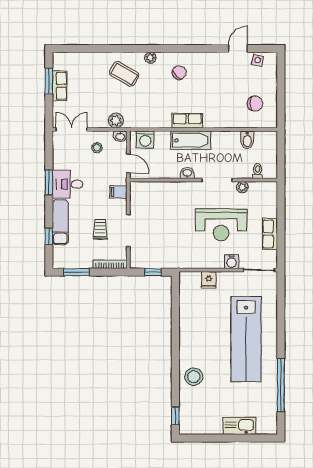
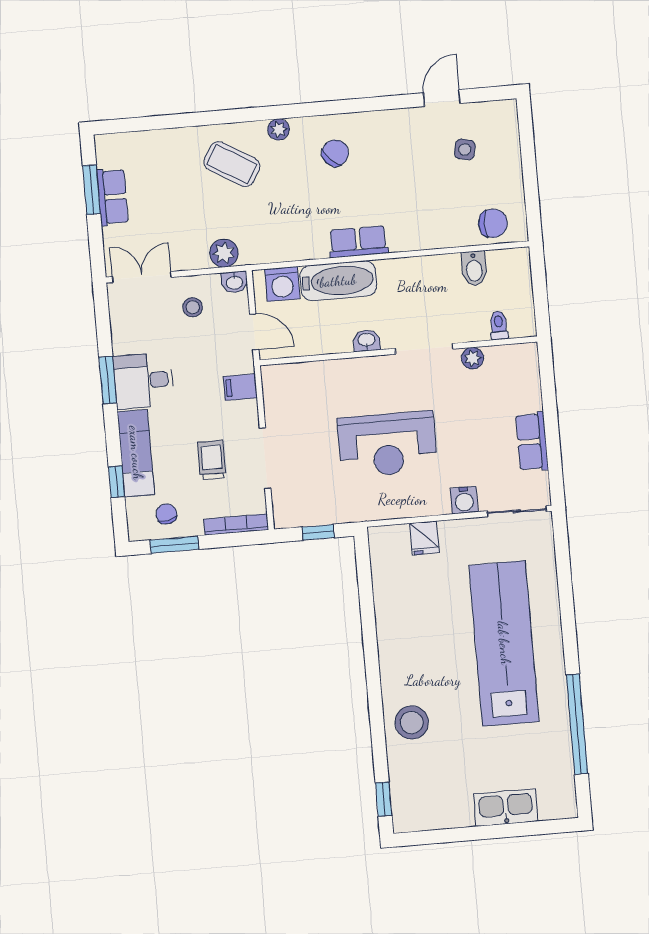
side table: (258, 60) -> (465, 149), moved
chair: (255, 104) -> (493, 223), moved
bathtub: (191, 140) -> (338, 281), moved
reception desk: (221, 225) -> (387, 444), moved
chair: (74, 256) -> (166, 514), added
lab bench: (246, 339) -> (504, 643), turned 180

